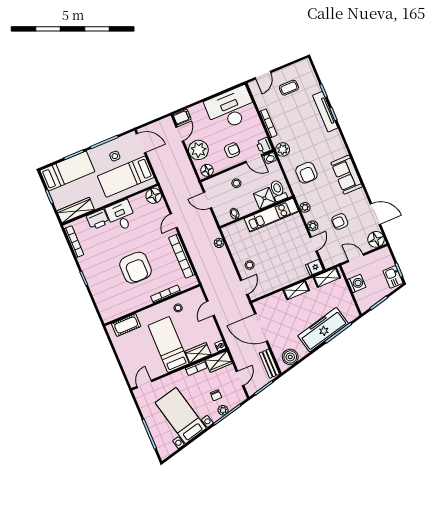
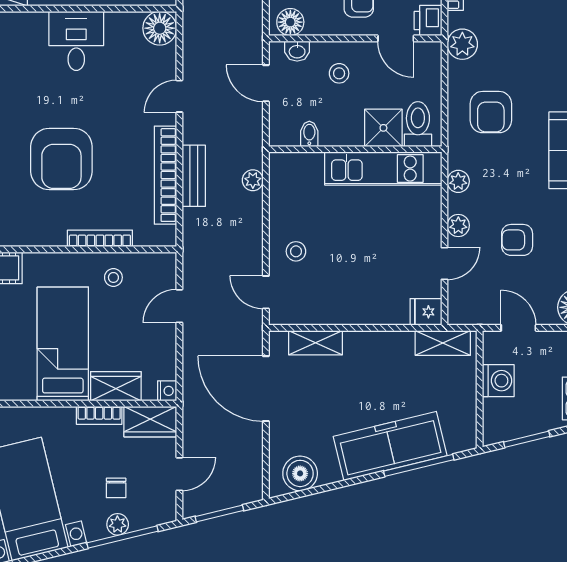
washbasin: (270, 158) -> (297, 51), moved
printer: (98, 219) -> (26, 29), removed
door: (244, 287) -> (266, 292), swing flipped
shelving: (296, 290) -> (316, 343), moved
bench: (269, 364) -> (194, 176), moved

